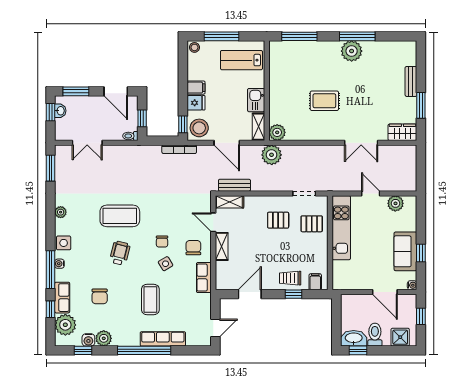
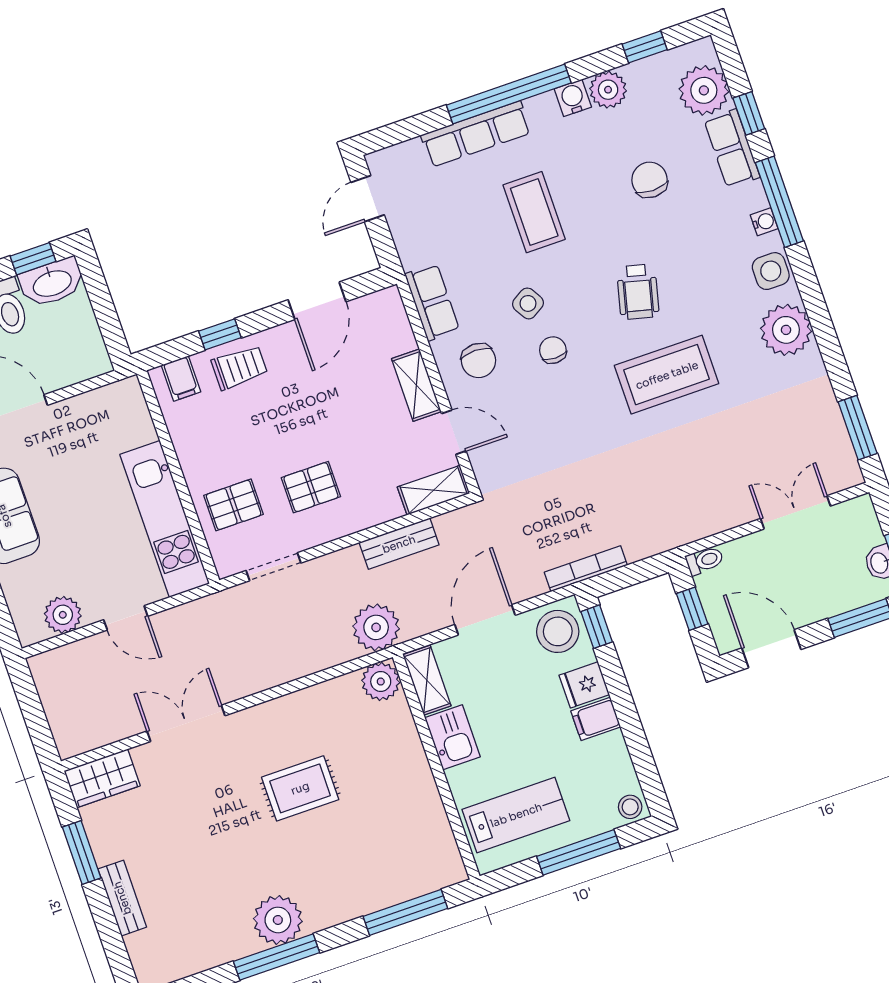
door: (227, 143) -> (485, 620), hinge flipped
bench: (234, 185) -> (399, 544), moved
plant: (61, 212) -> (786, 330), width x1.88, depth x1.88
water cooler: (88, 340) -> (573, 98), moved

